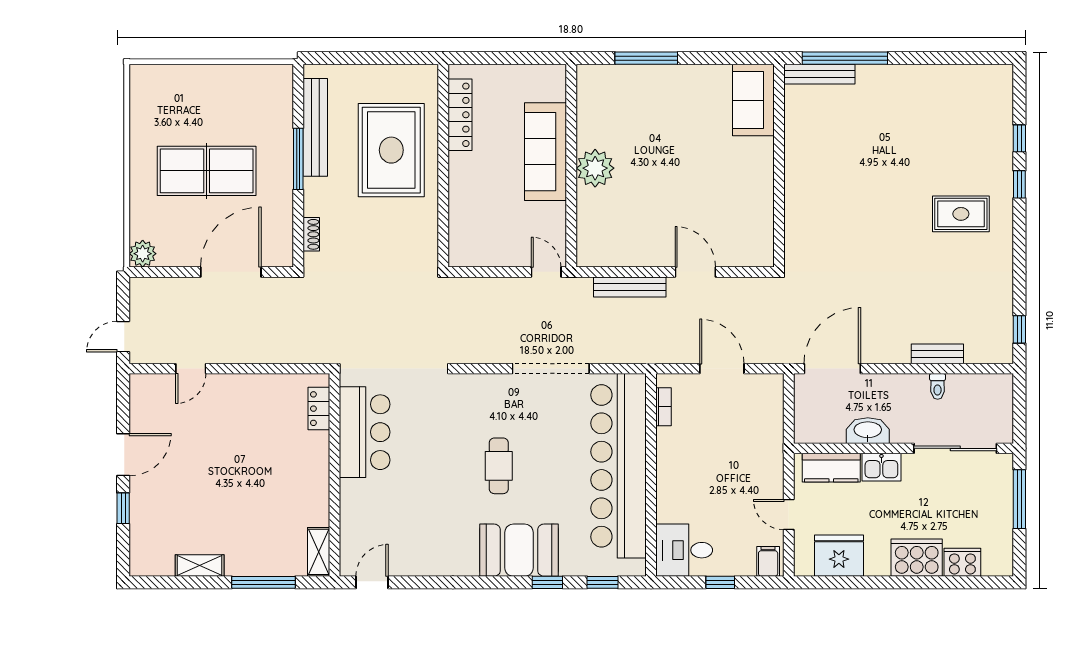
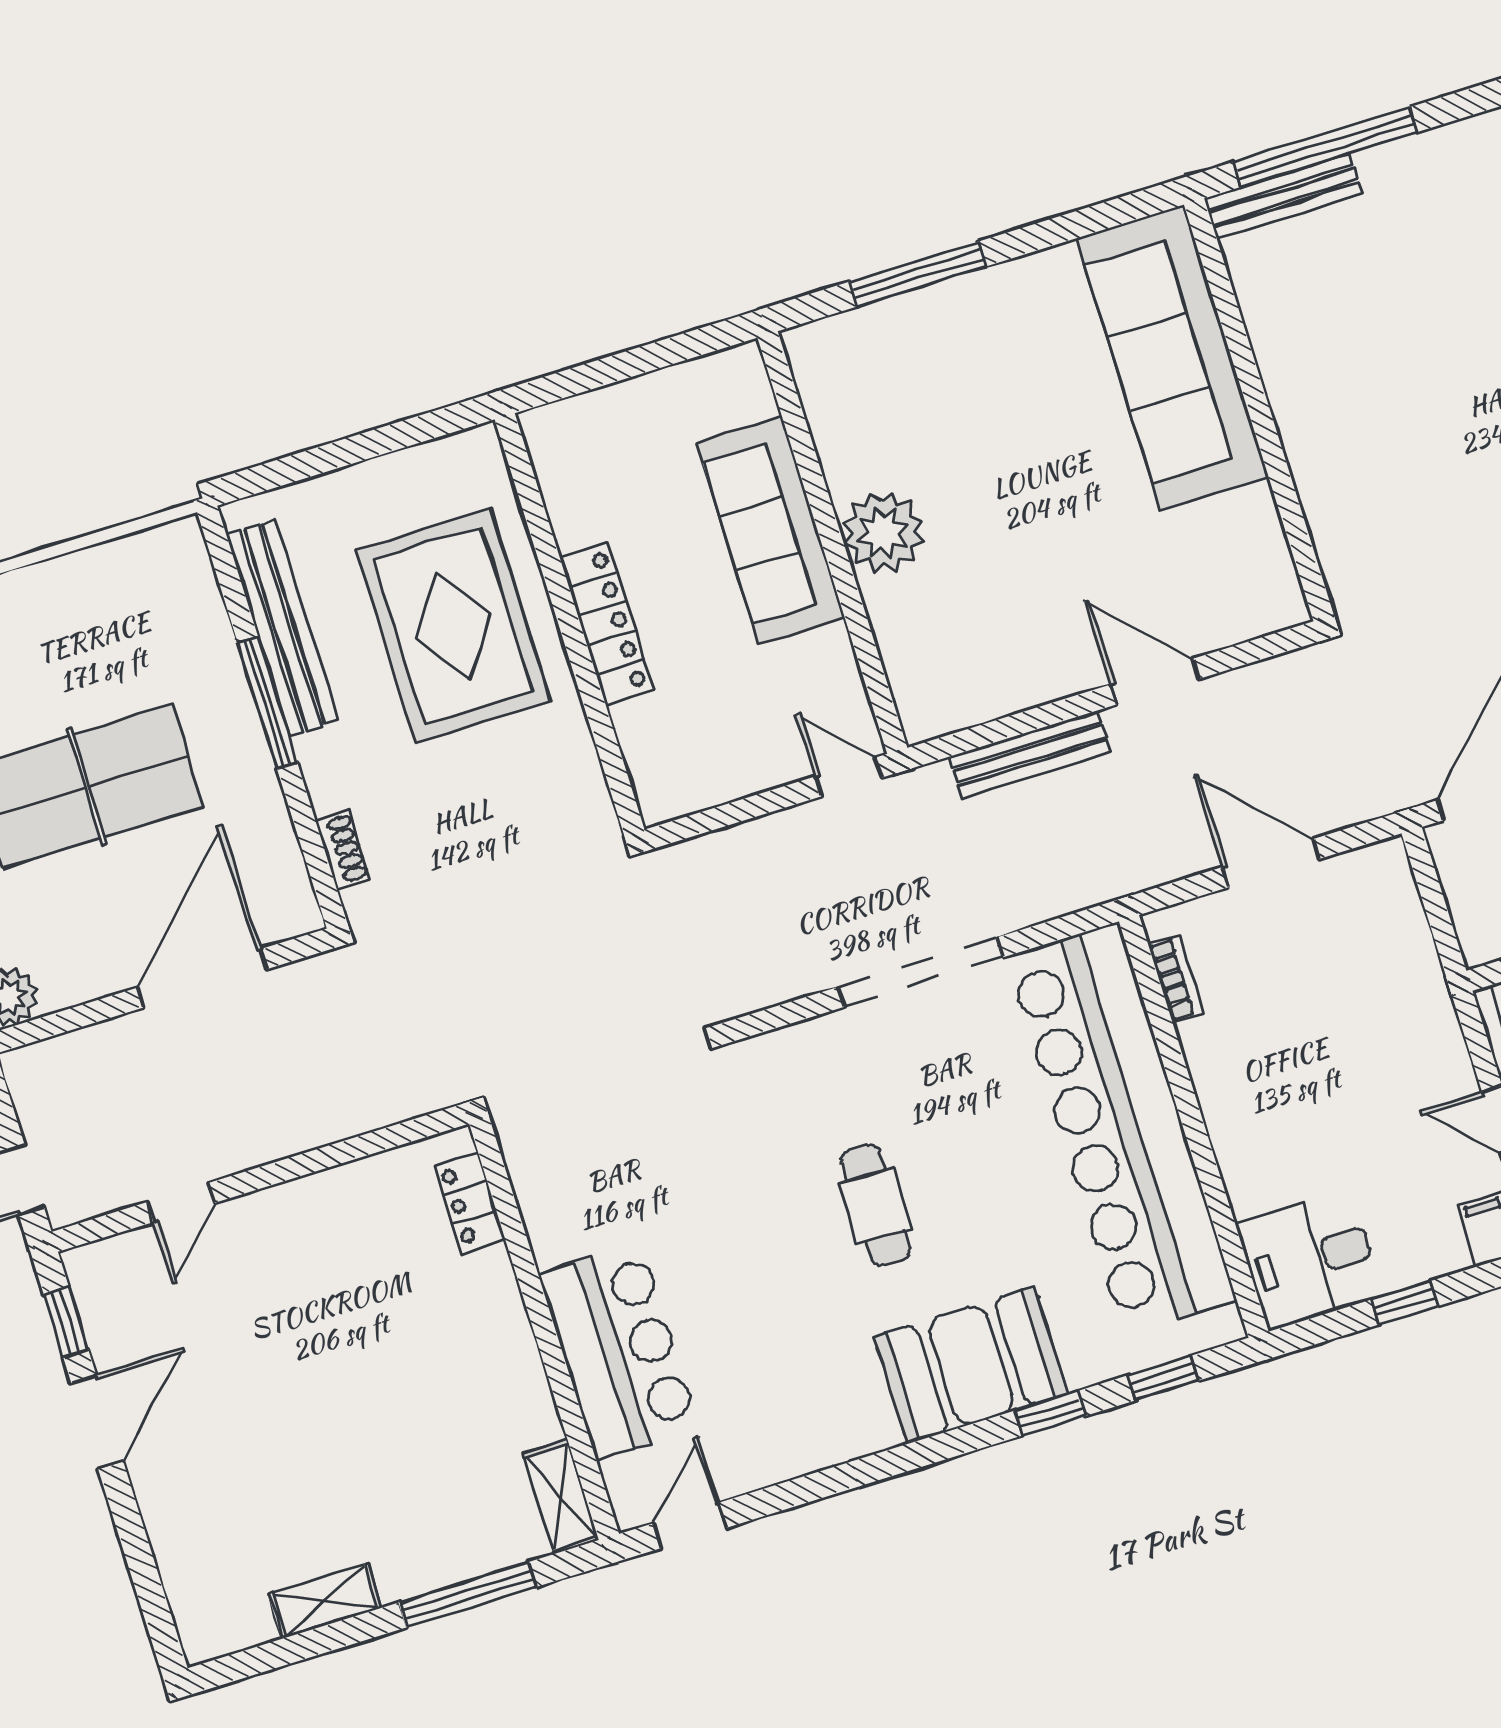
sofa: (753, 100) -> (1172, 358), width x1.85, depth x1.27
locker: (460, 115) -> (607, 623), moved
bar counter: (365, 432) -> (619, 1351), moved
window: (123, 508) -> (66, 1322), moved

